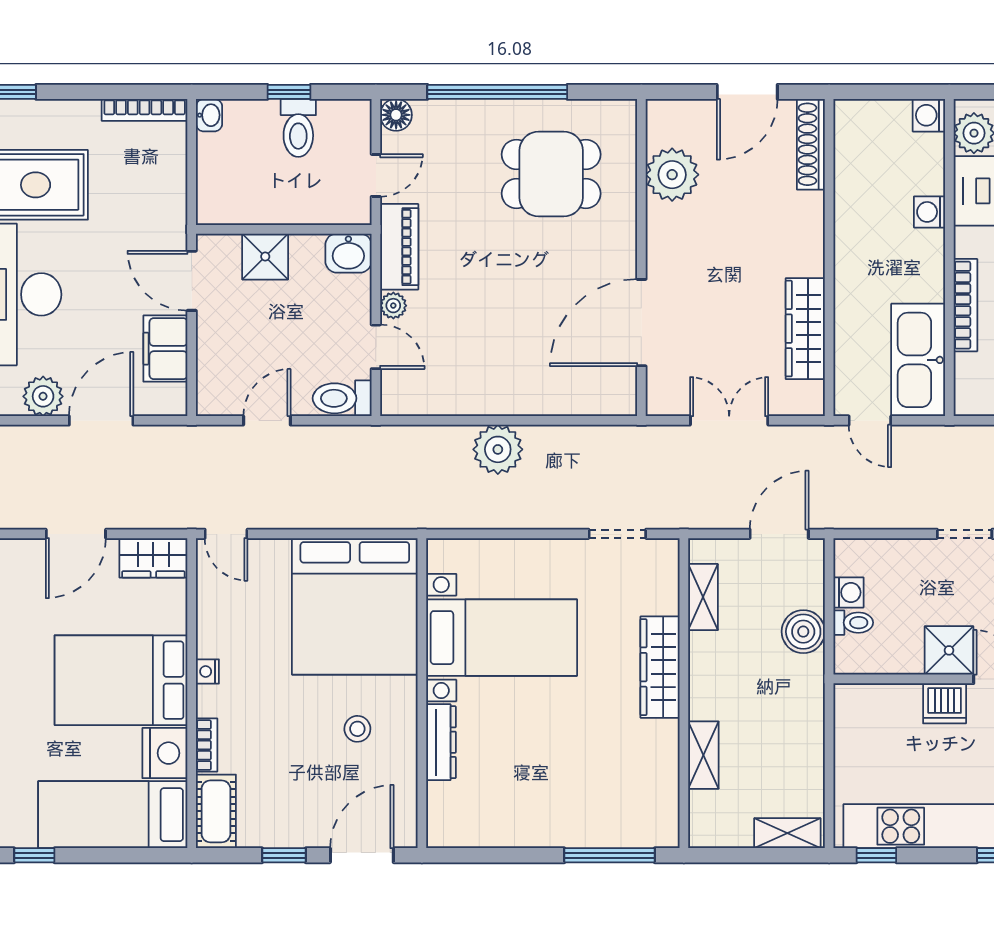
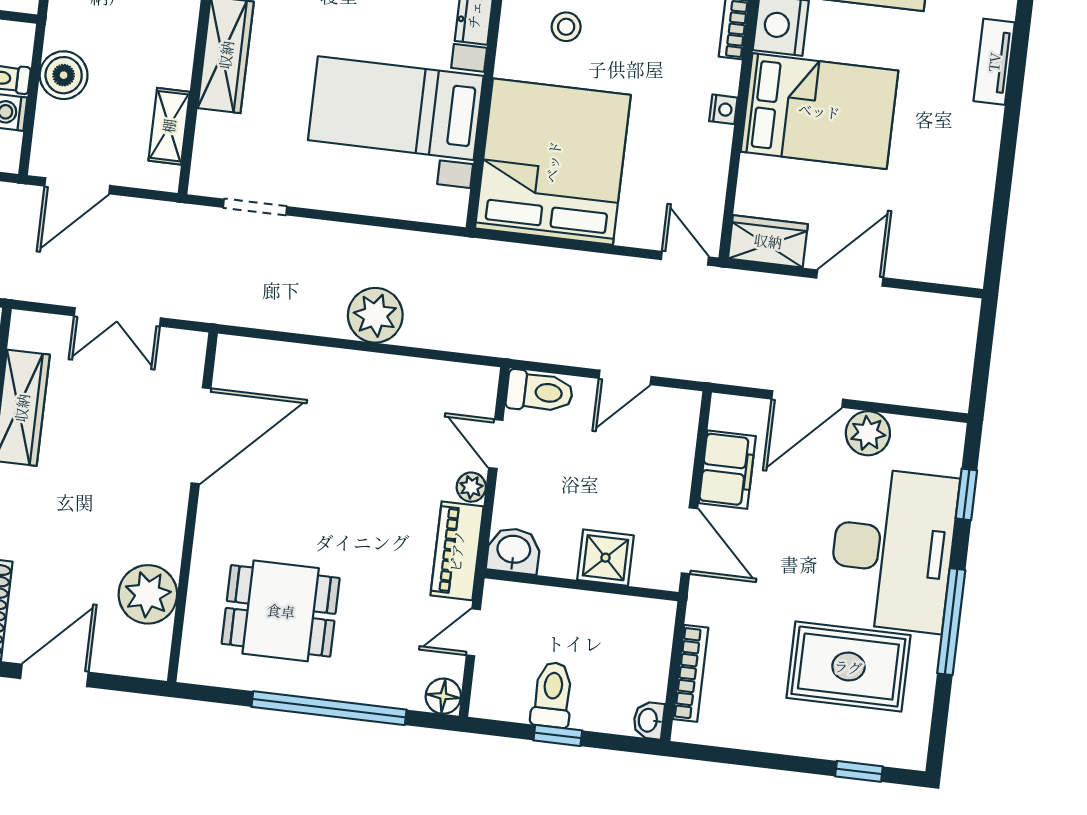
bookcase: (145, 110) -> (691, 673), moved, turned 90

